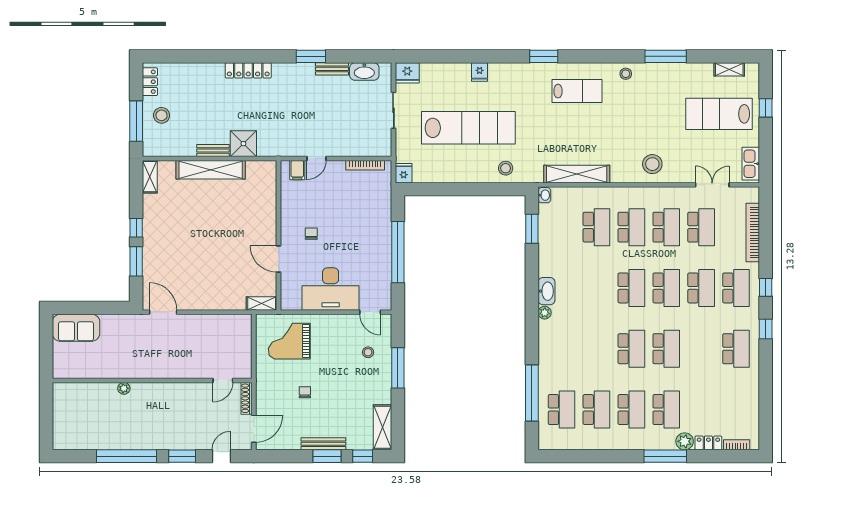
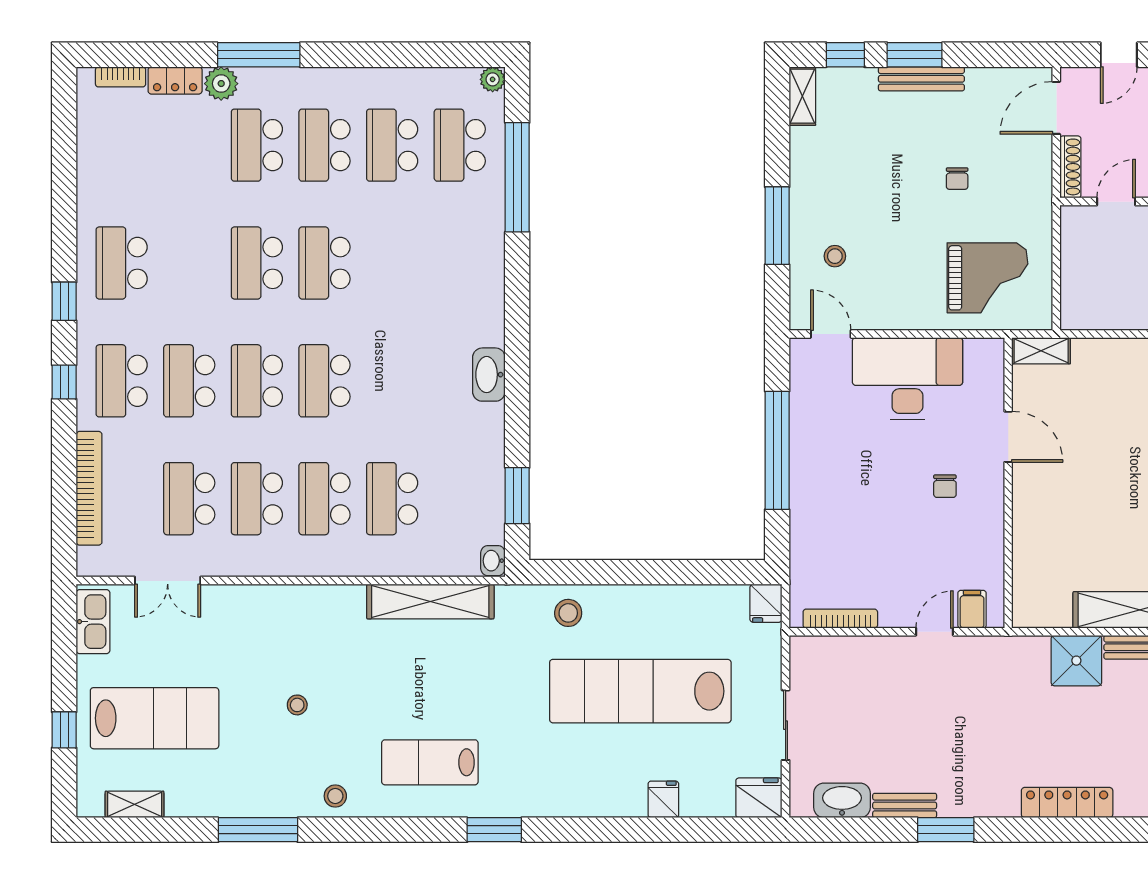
fridge: (480, 72) -> (663, 799), moved
stool: (652, 164) -> (297, 705), moved, width x0.53, depth x0.53
plant: (545, 313) -> (493, 79), moved
shelving: (383, 427) -> (802, 96), width x0.67, depth x0.75

